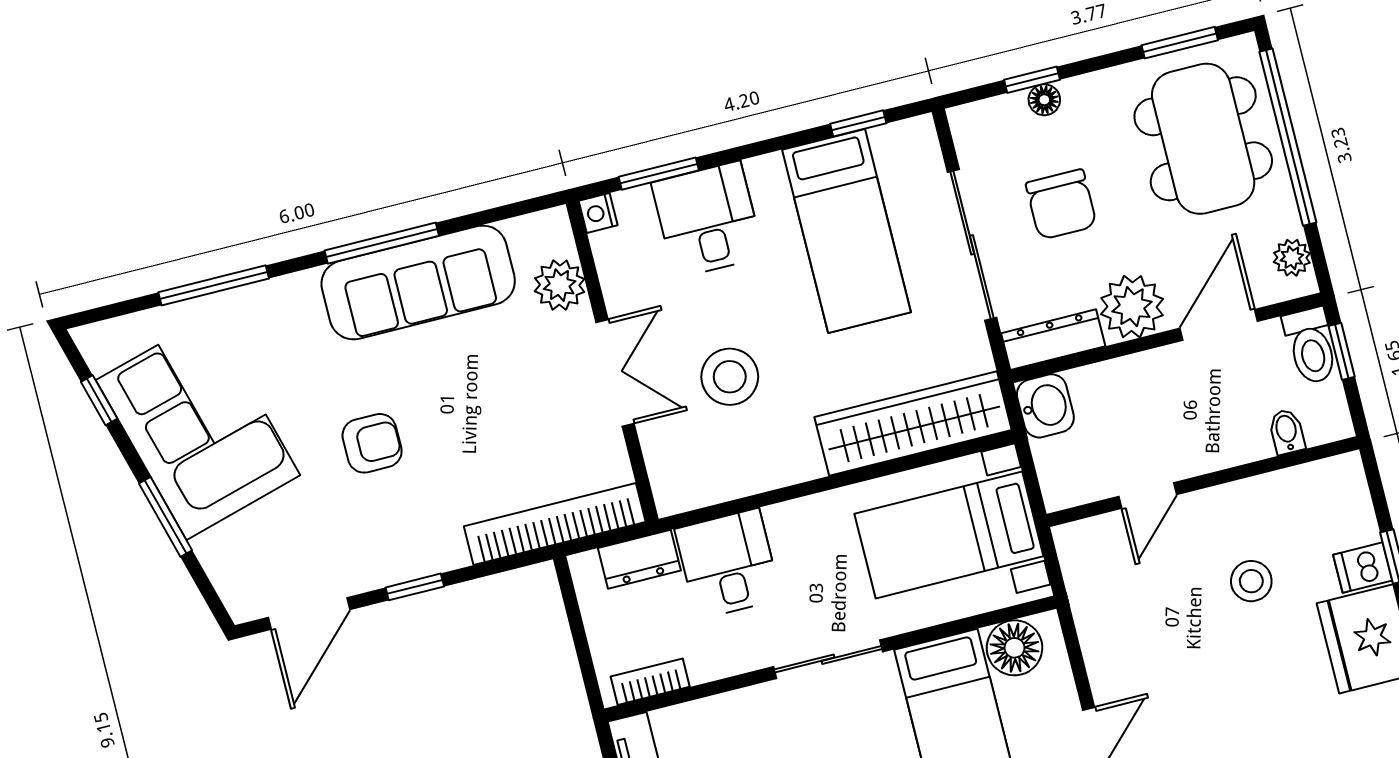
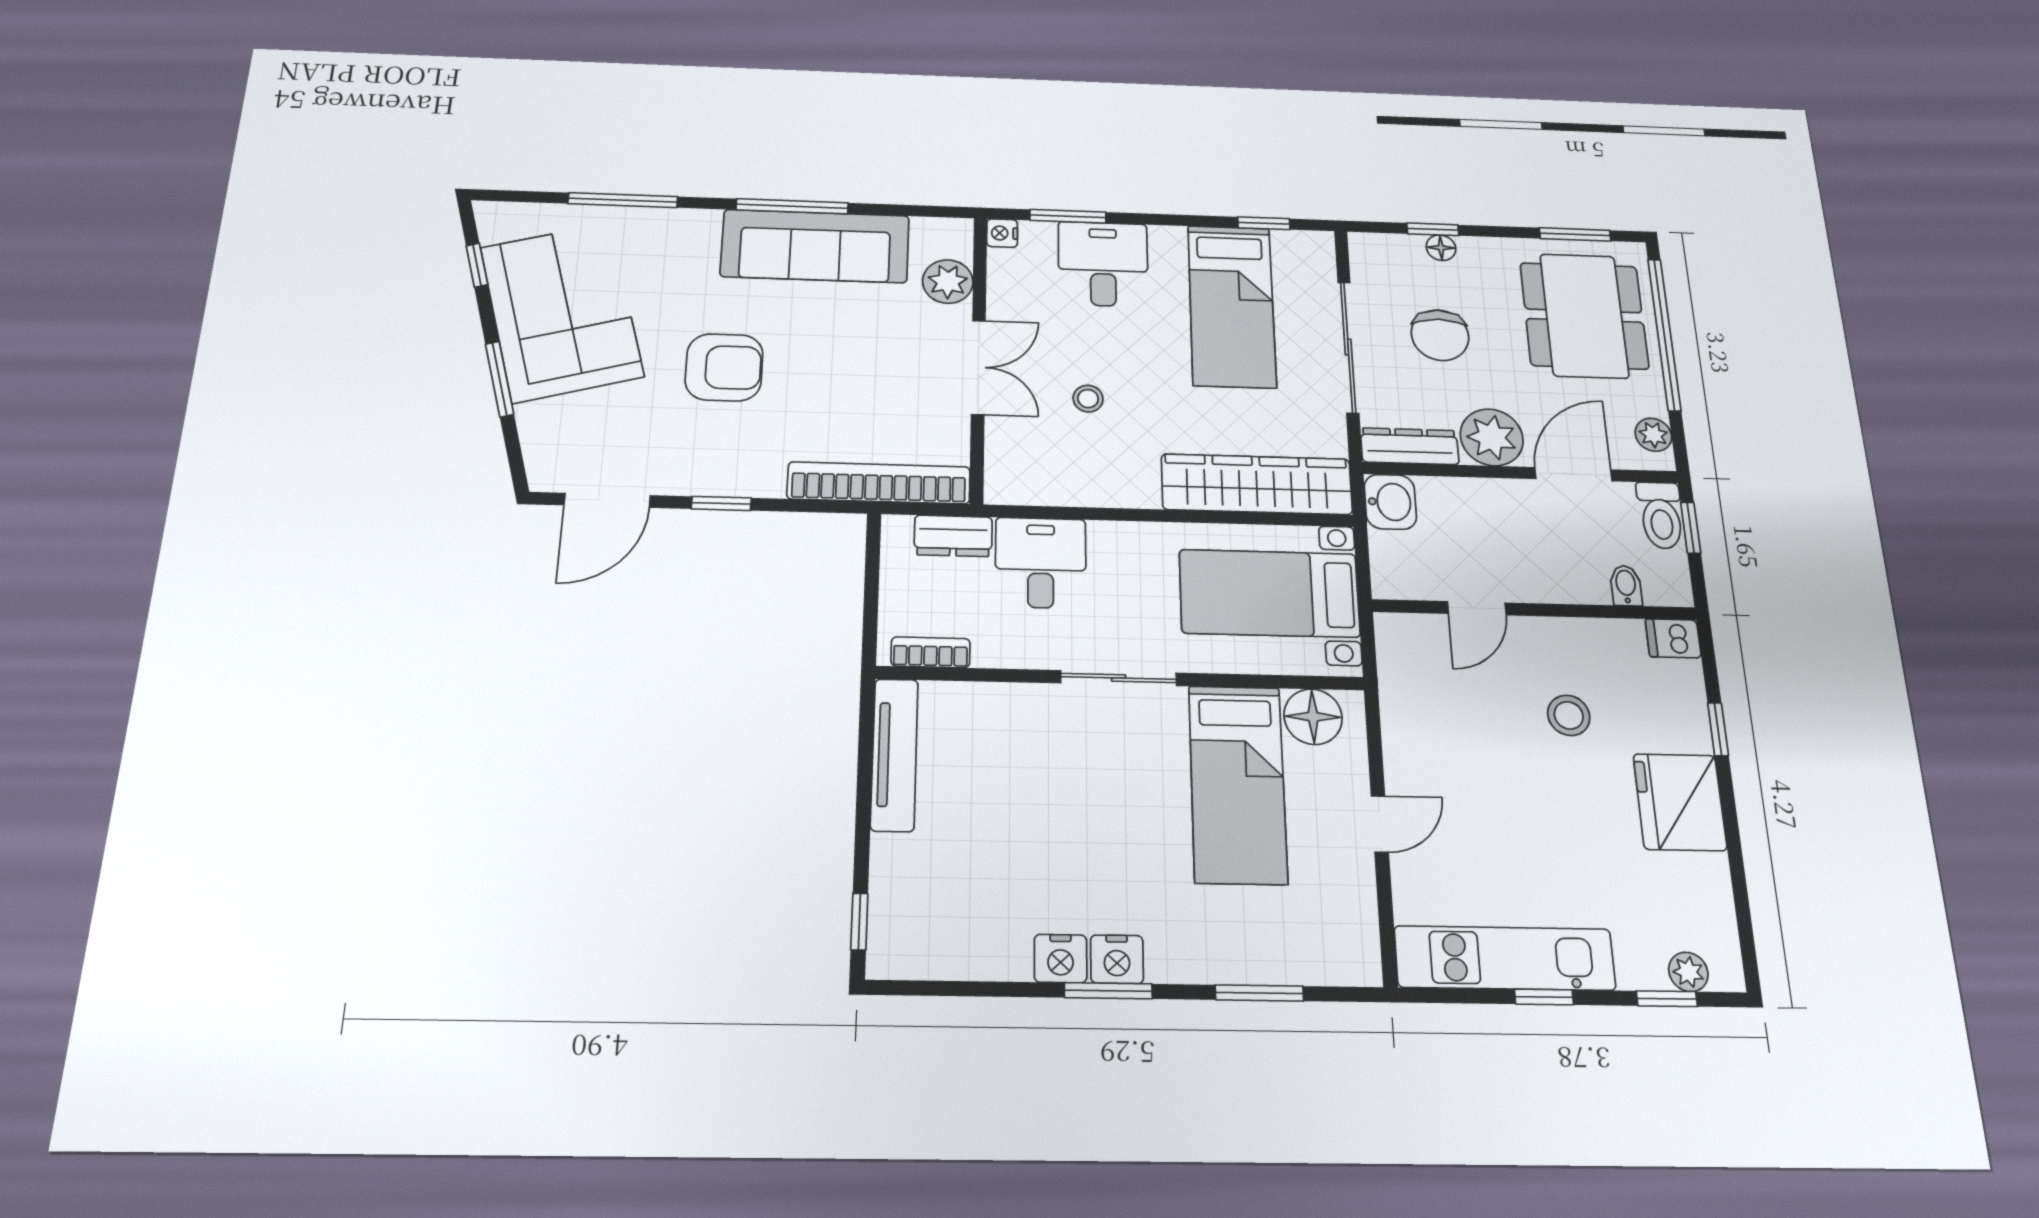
stool: (730, 377) -> (1088, 399), width x0.53, depth x0.53
armchair: (372, 443) -> (724, 367), width x1.38, depth x1.38
dishwasher: (1363, 568) -> (1673, 638), moved

